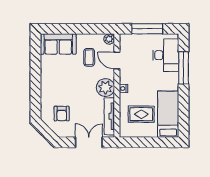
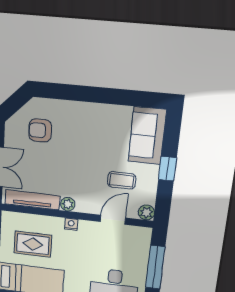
window: (78, 29) -> (167, 169), added
plant: (105, 88) -> (68, 204), width x0.53, depth x0.53
rug: (141, 114) -> (33, 244), turned 90

